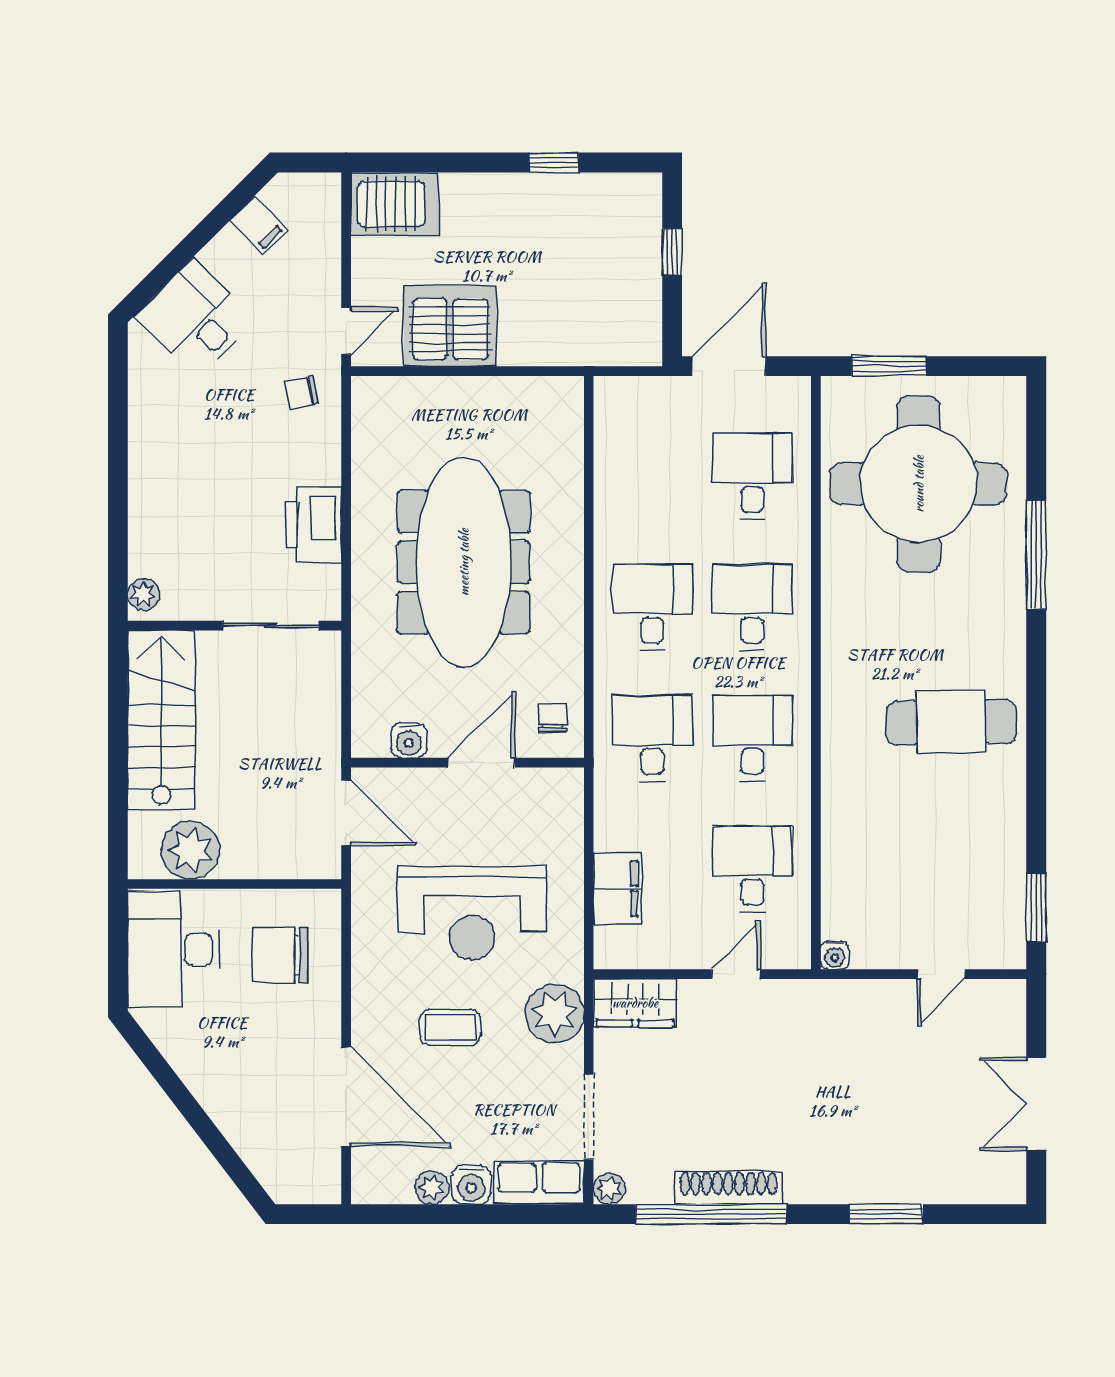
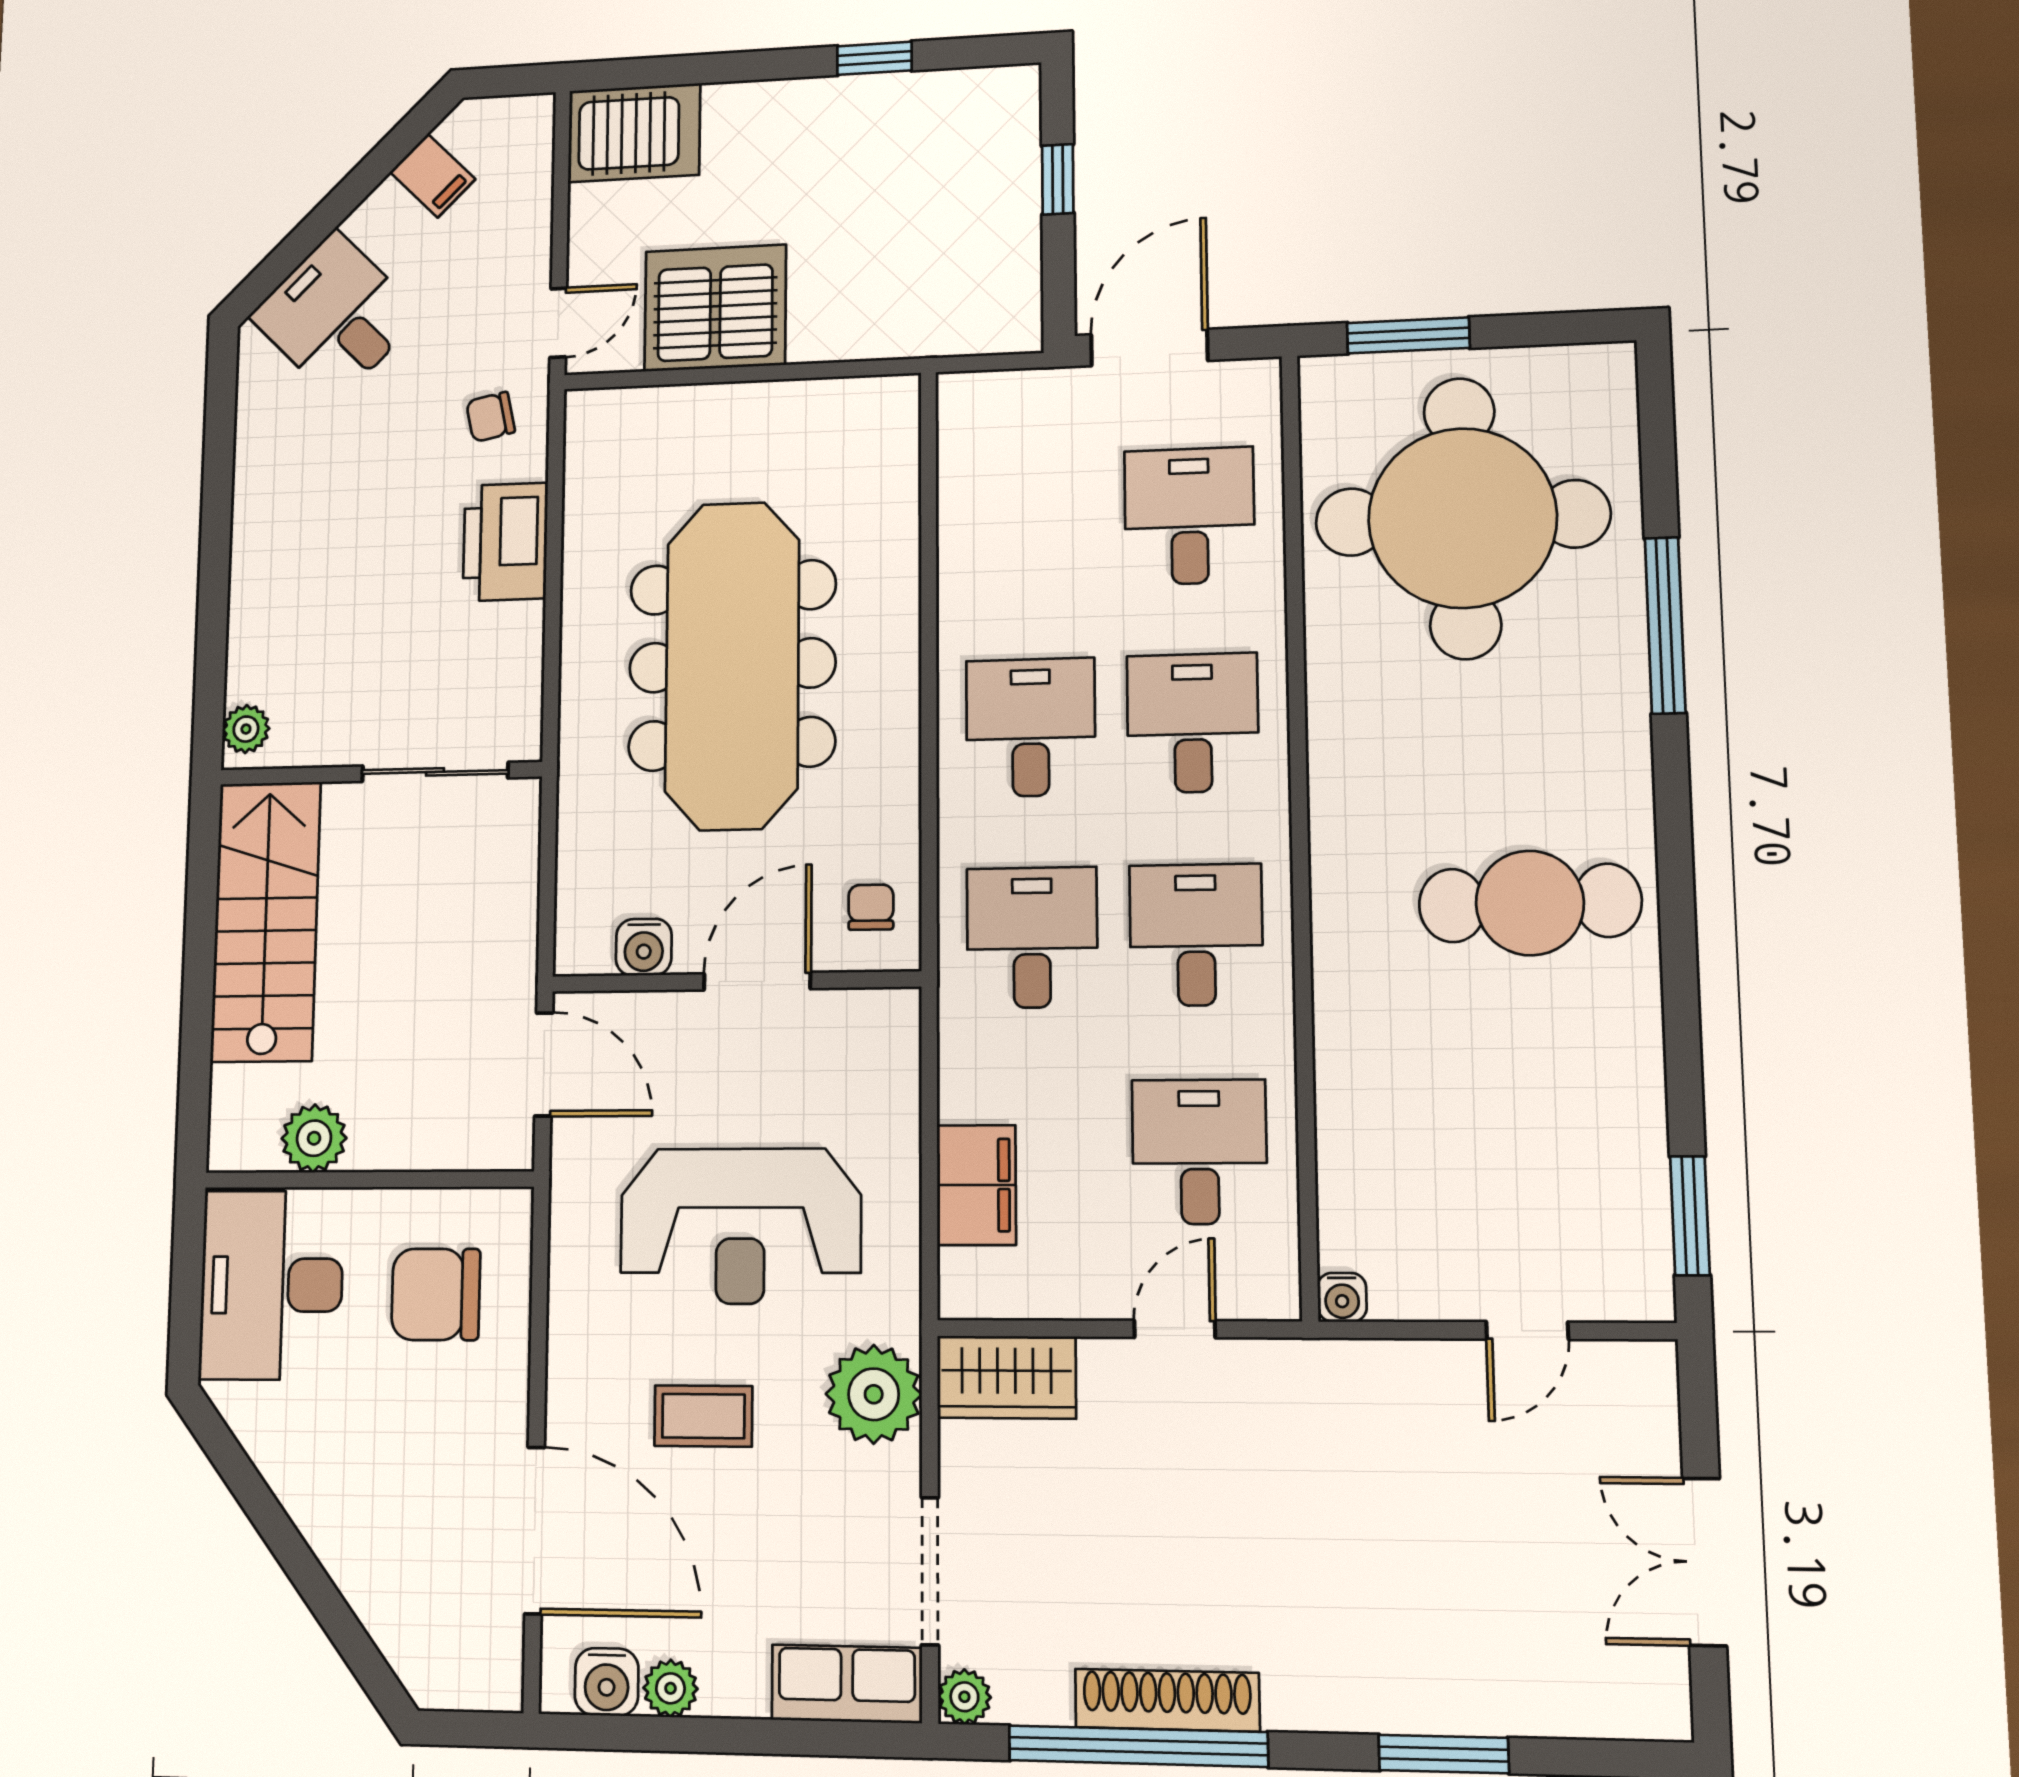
printer: (314, 525) -> (505, 542), moved
plant: (190, 850) -> (314, 1138), width x0.73, depth x0.73
water cooler: (471, 1185) -> (607, 1682), moved

